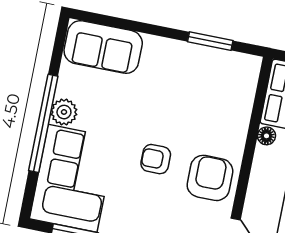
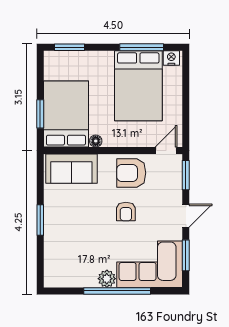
window: (210, 41) -> (40, 220), moved
sofa: (103, 47) -> (71, 169), moved, turned 90

